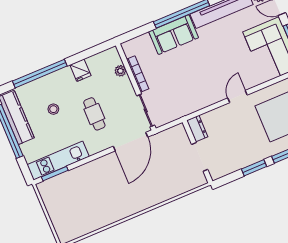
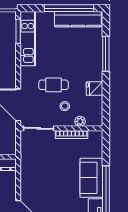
window: (40, 74) -> (106, 54), width x0.68
stool: (53, 109) -> (65, 106), moved

